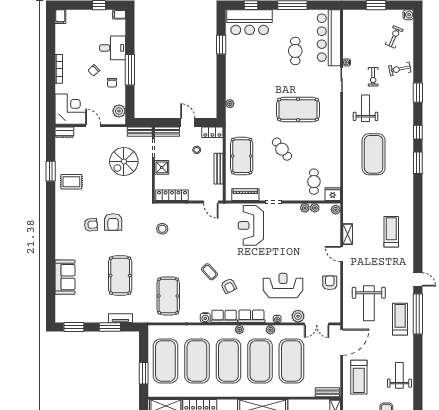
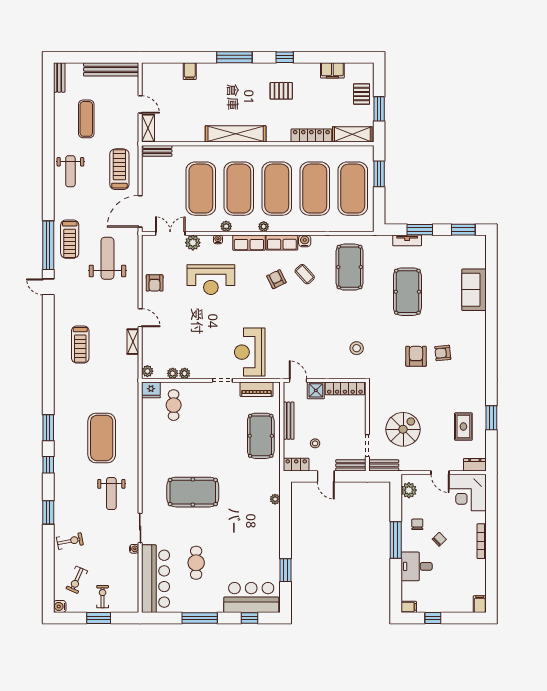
exercise bike: (373, 77) -> (103, 597), moved
cafe table: (282, 149) -> (212, 444), removed
shower: (162, 167) -> (316, 390), moved
rug: (71, 182) -> (463, 427), moved, turned 90
reception desk: (251, 225) -> (250, 352), turned 180
coffee table: (209, 272) -> (305, 274), moved

